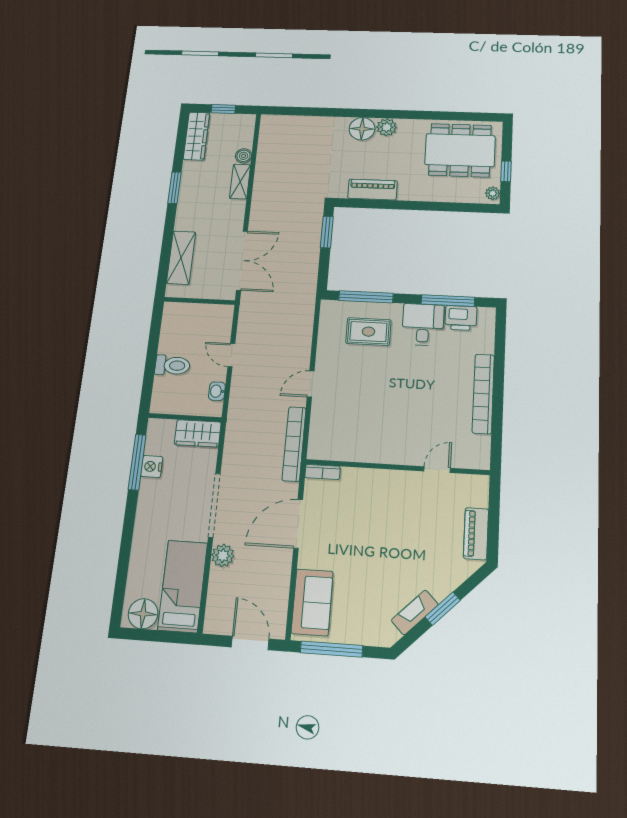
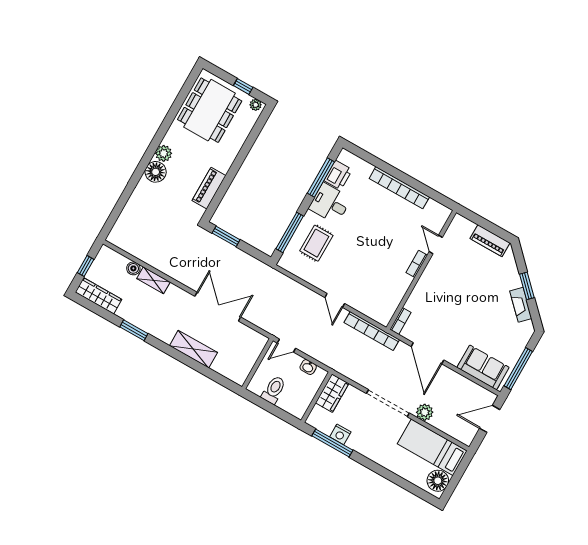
wall: (199, 301) -> (257, 364), moved
bookcase: (402, 458) -> (417, 264), added

